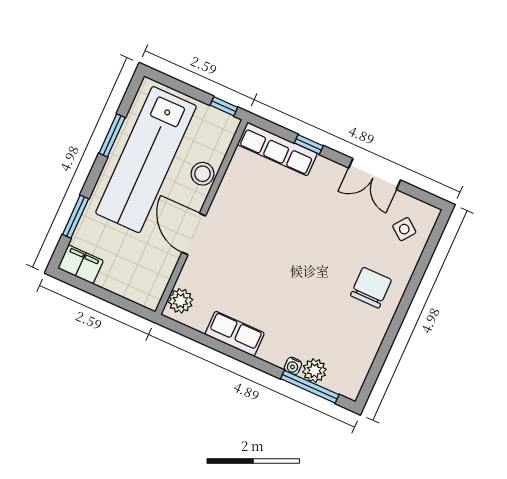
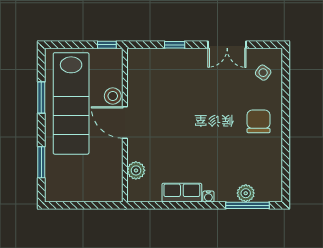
row of seats: (277, 149) -> (155, 57), removed
door: (194, 234) -> (125, 123), moved
filing cabinet: (81, 264) -> (59, 193), removed
plant: (180, 301) -> (136, 170), moved
water cooler: (293, 366) -> (208, 196), moved

